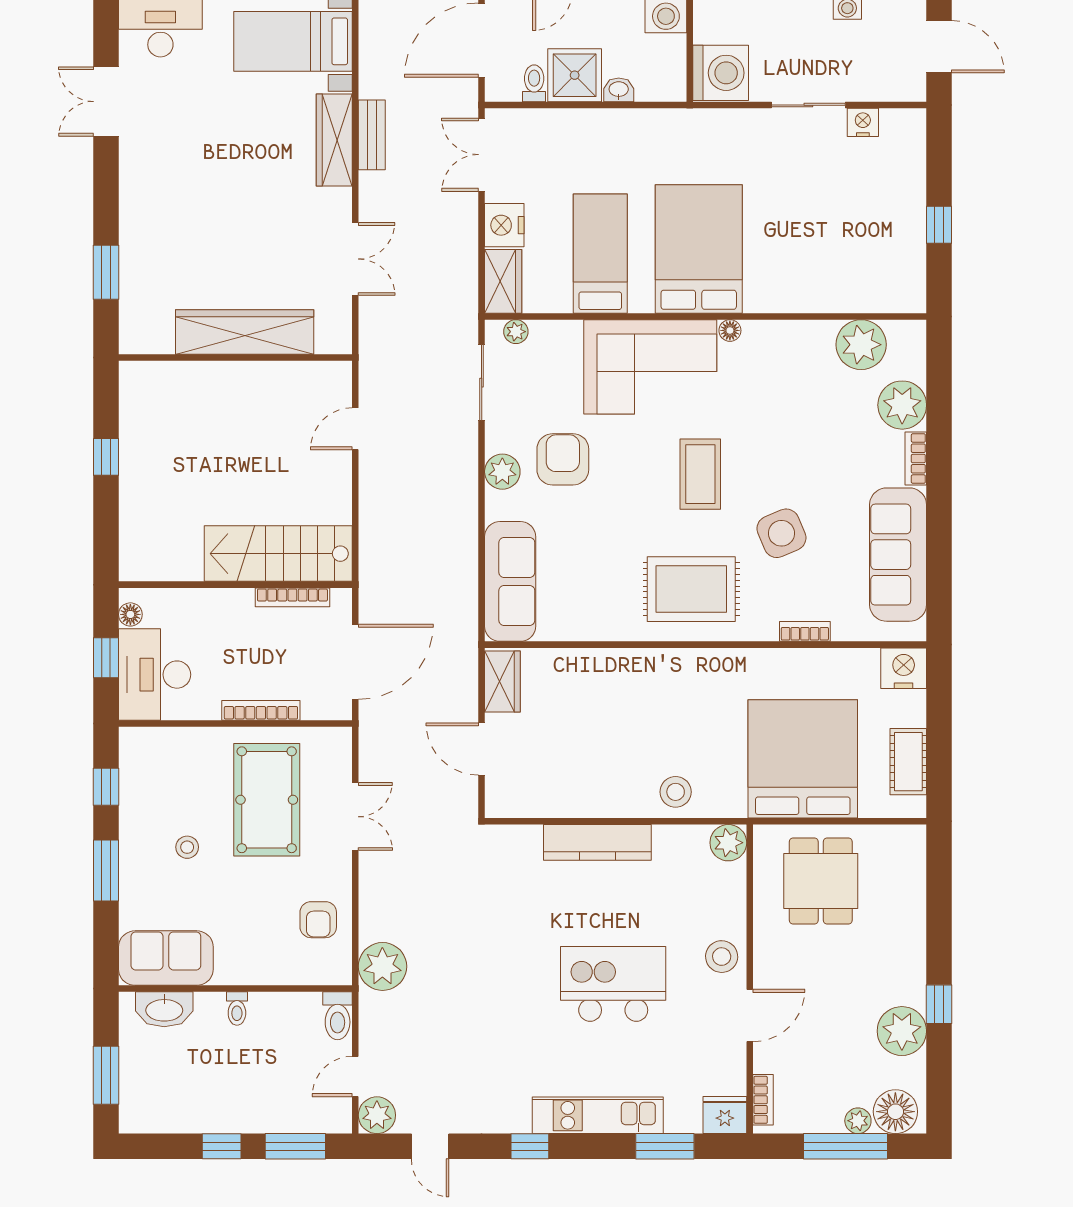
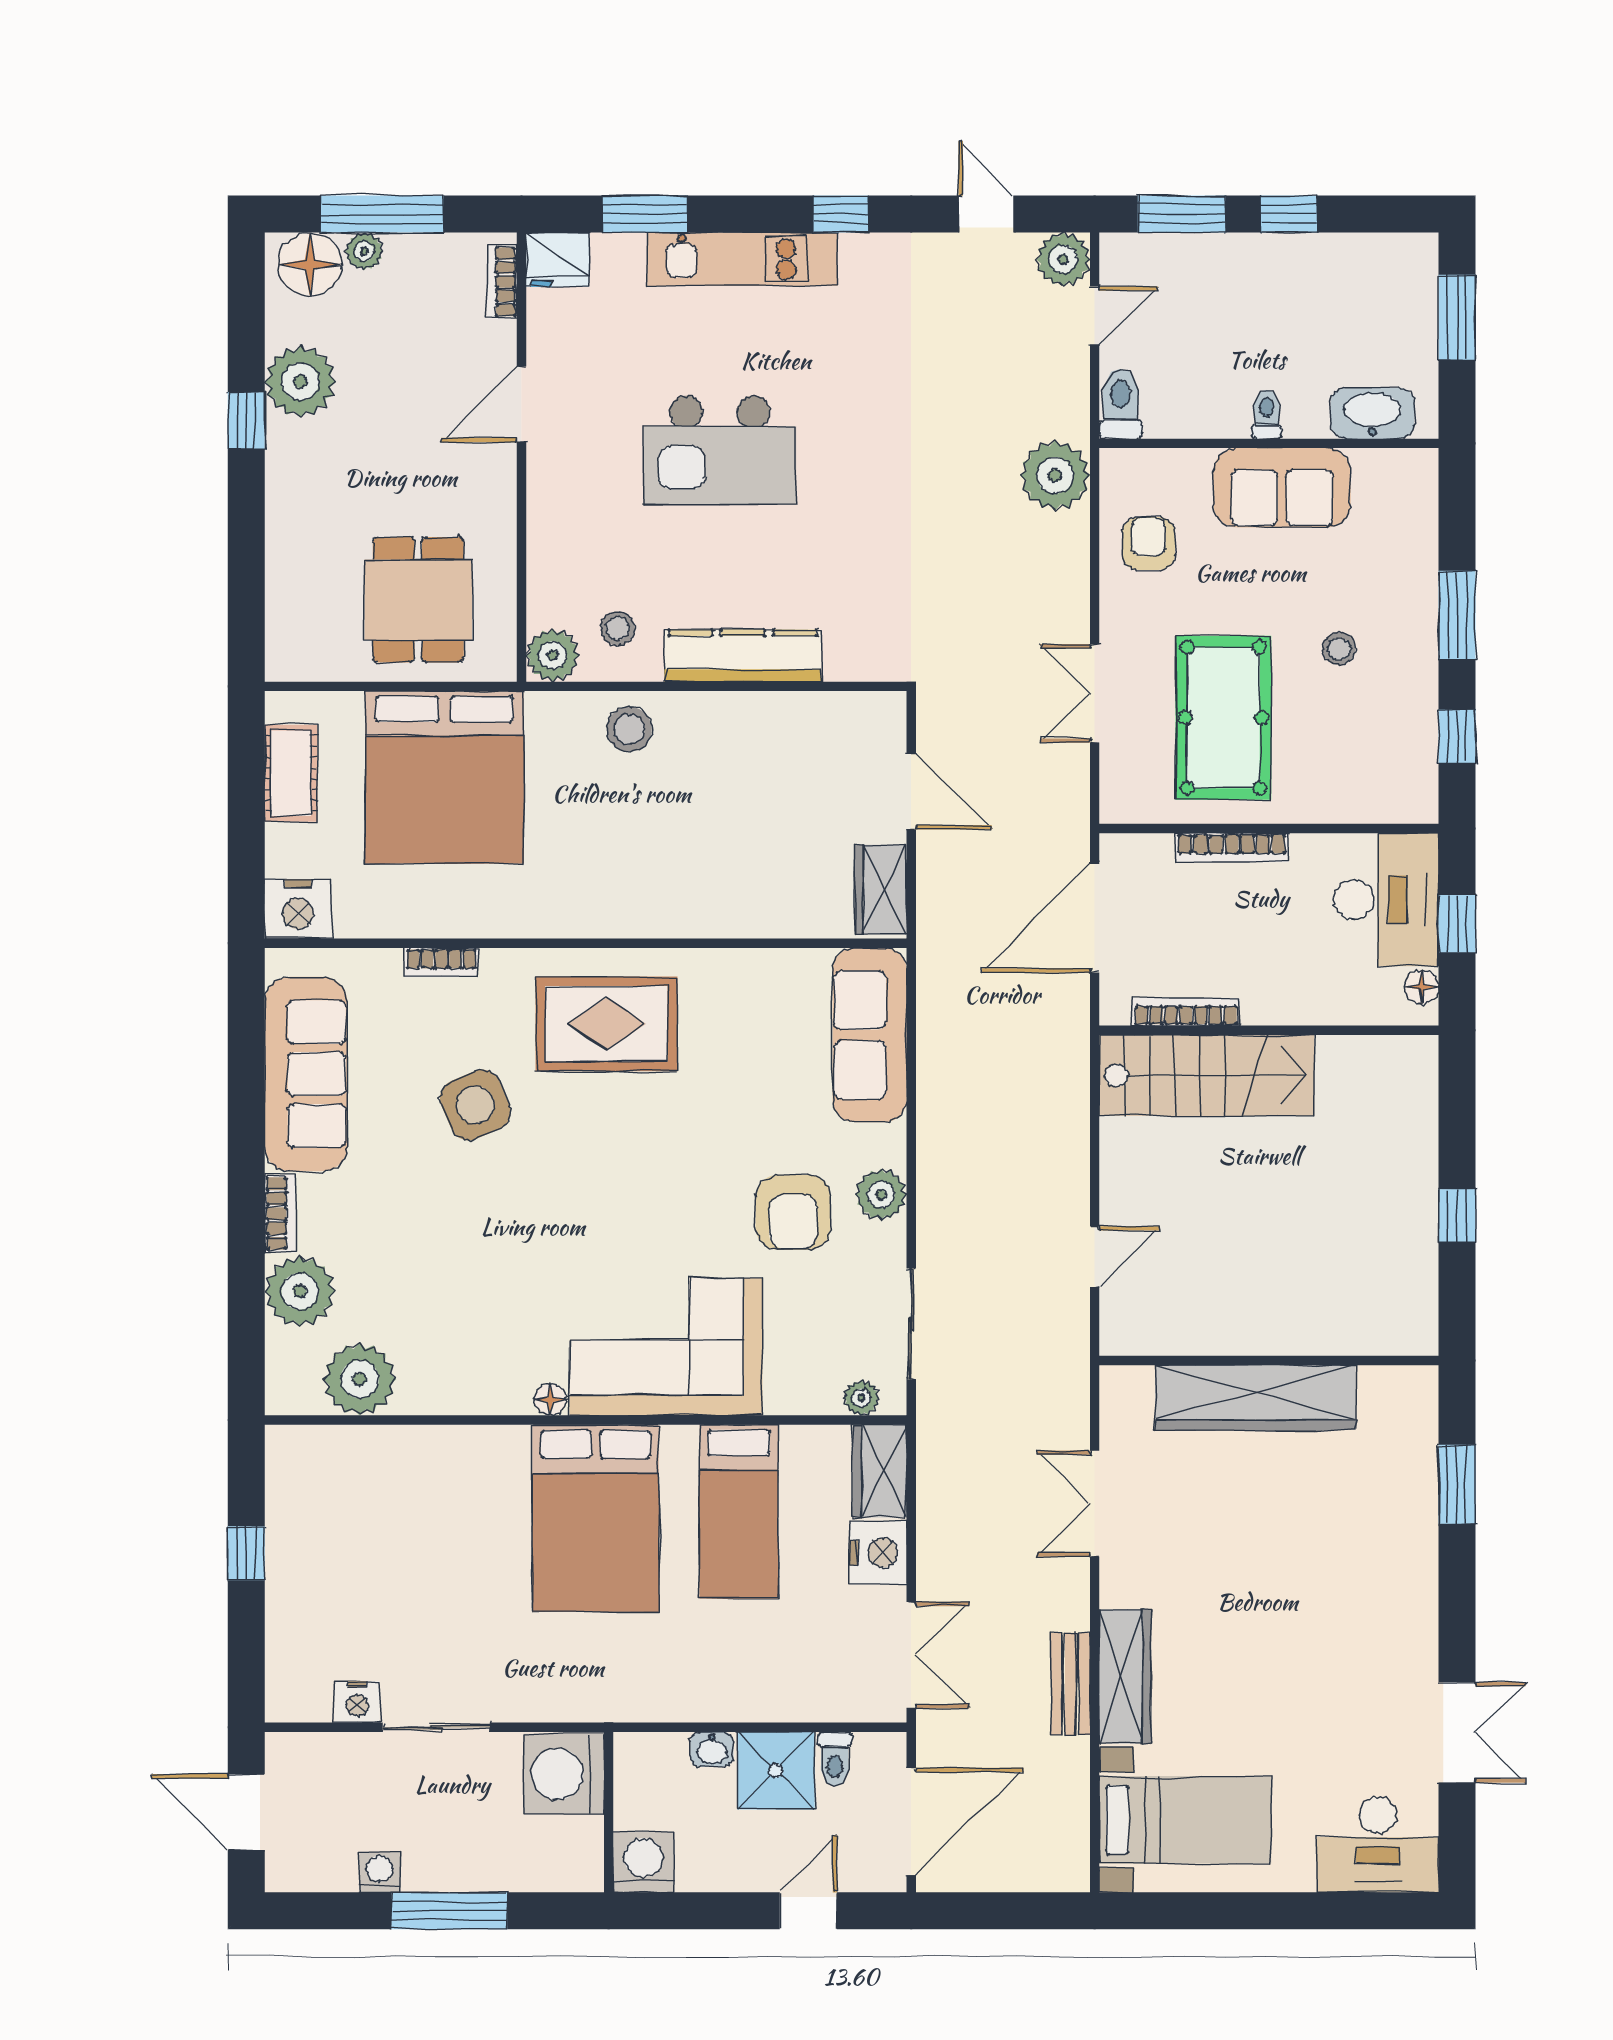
coffee table: (700, 474) -> (593, 1191), removed
stool: (722, 957) -> (618, 628), moved, width x0.73, depth x0.73
sofa: (166, 958) -> (1282, 488), moved

